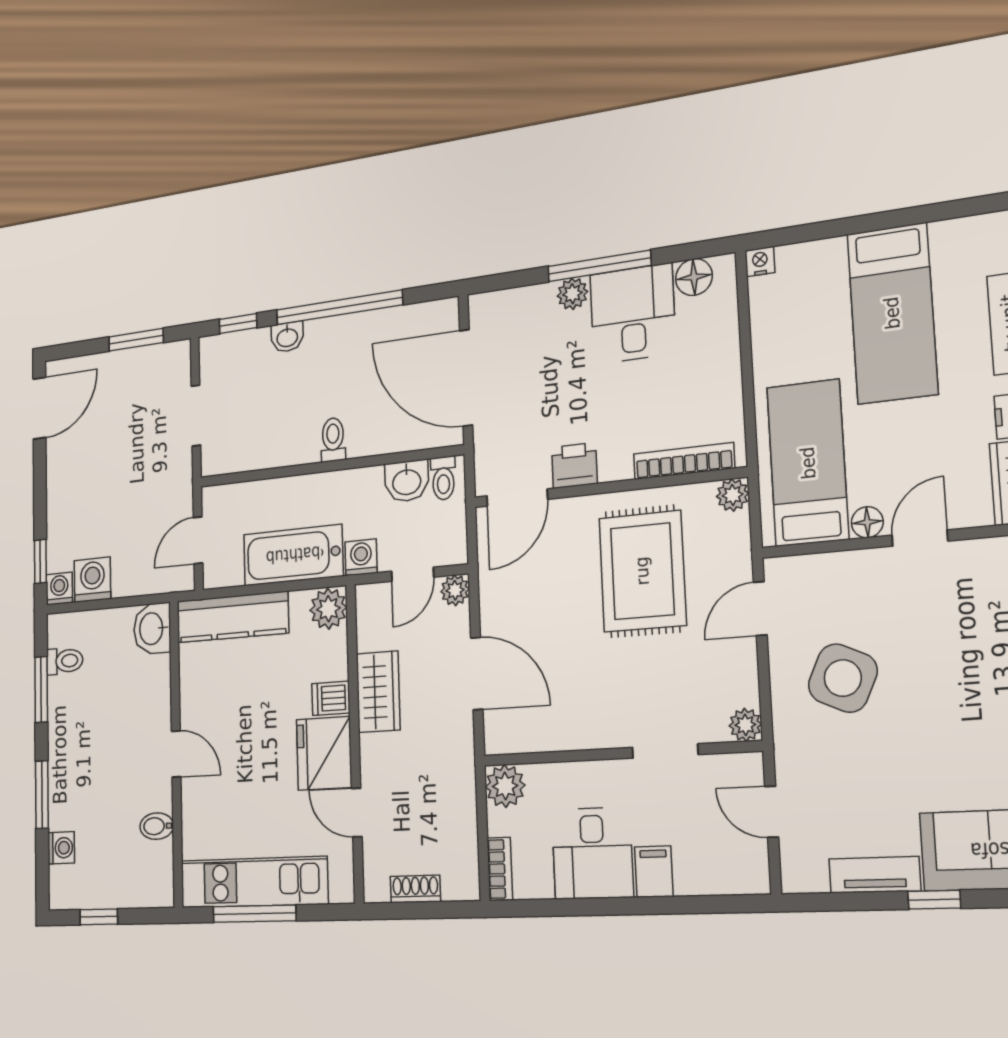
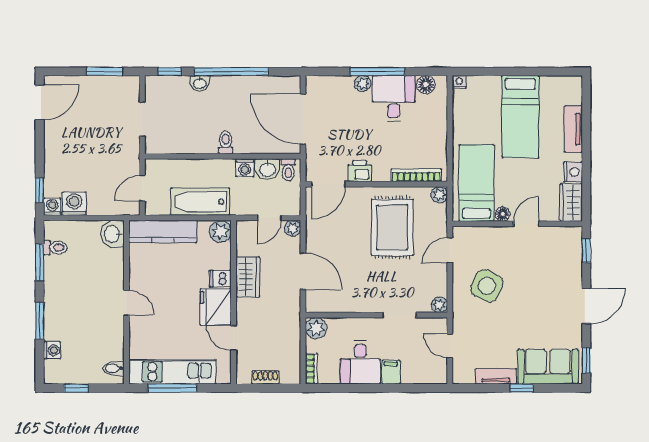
washing machine: (361, 557) -> (245, 168), moved, turned 180
bidet: (157, 826) -> (114, 368), moved

